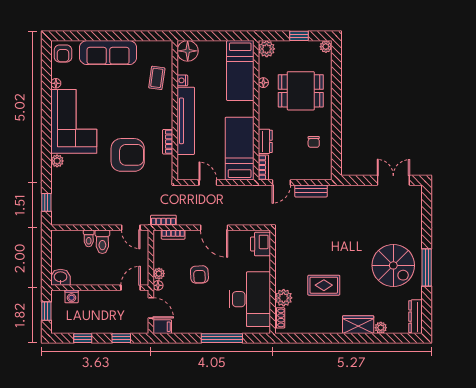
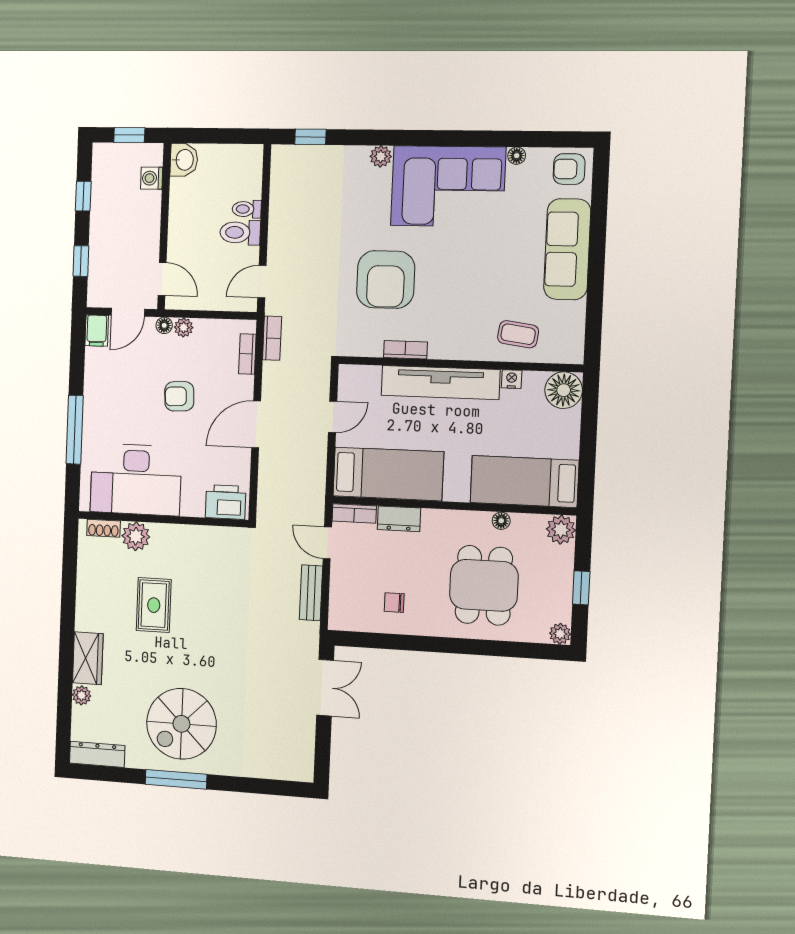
double door: (393, 180) -> (325, 688), moved

